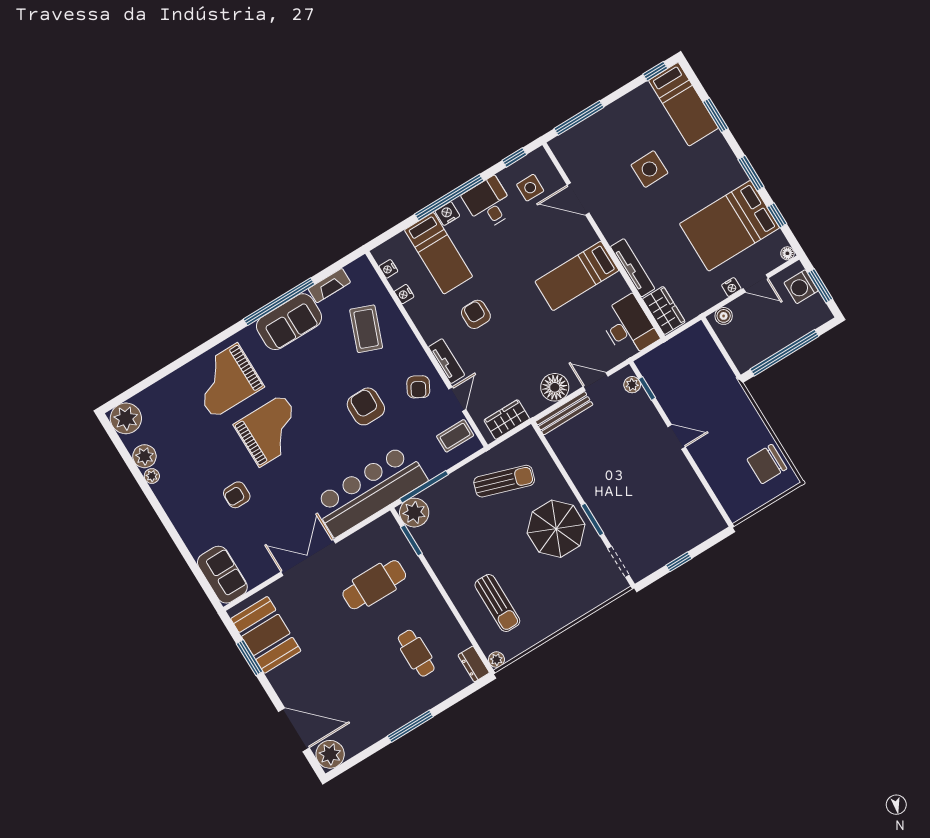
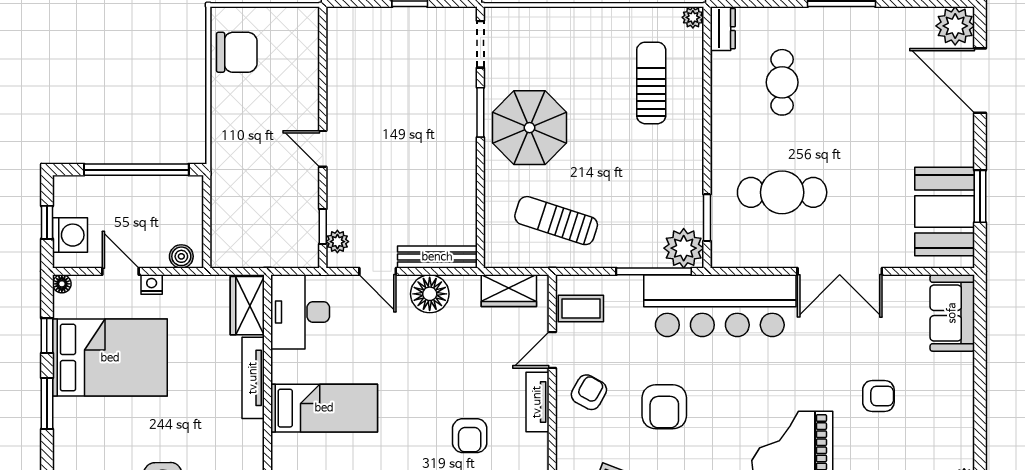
window: (820, 286) -> (47, 222), width x0.67

